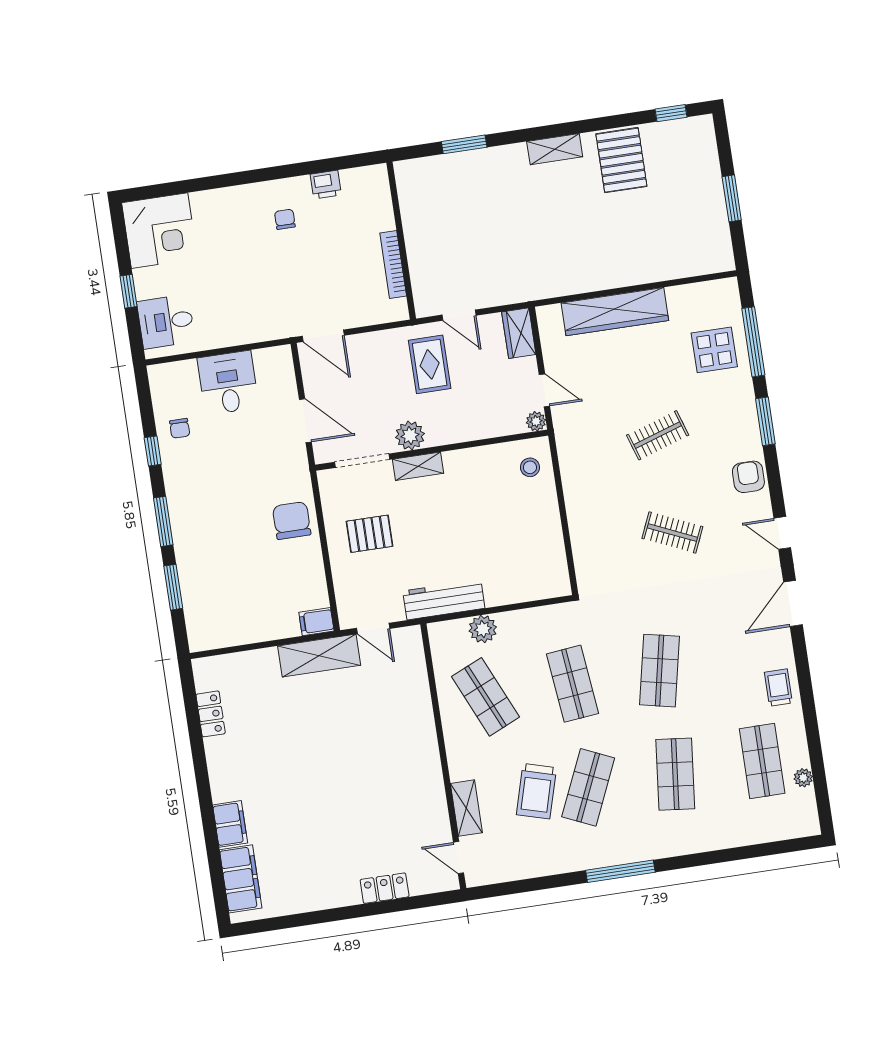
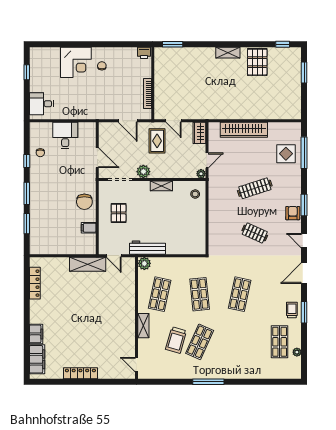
window: (464, 144) -> (173, 44), moved
printer: (326, 184) -> (144, 53), moved
window: (732, 198) -> (304, 73), moved
corner desk: (160, 231) -> (76, 62), moved
window: (128, 291) -> (27, 72), moved
door: (323, 336) -> (128, 121), moved
door: (544, 390) -> (207, 160), hinge flipped
window: (765, 421) -> (304, 205), moved
clothes rail: (658, 435) -> (255, 188), width x1.36
shelving: (418, 466) -> (161, 186), moved
chair: (292, 521) -> (84, 202), turned 180
pallet: (370, 534) -> (119, 213), turned 90
filing cabinet: (316, 622) -> (89, 228), moved
plant: (483, 629) -> (144, 263), moved
window: (806, 689) -> (304, 312), added
shop shelf: (486, 697) -> (160, 294), turned 36
locker: (211, 714) -> (35, 283), width x1.53
shop shelf: (675, 774) -> (240, 342), removed
shelving: (466, 808) -> (143, 326), moved
locker: (385, 888) -> (80, 373), moved, width x1.53

